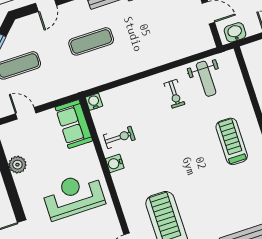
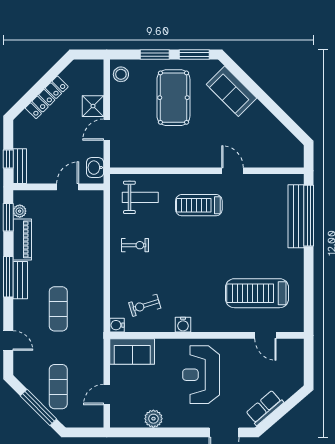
weight bench: (206, 79) -> (140, 197), moved
exercise bike: (119, 137) -> (145, 305), moved, turned -107

